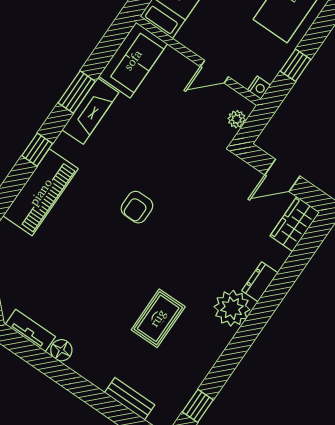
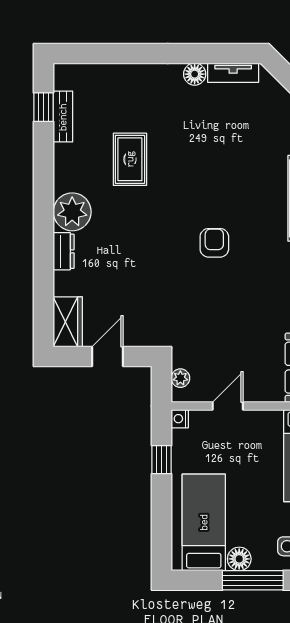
bench: (130, 399) -> (63, 117), moved, turned 90

